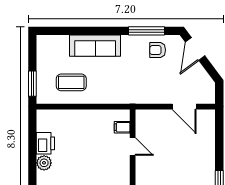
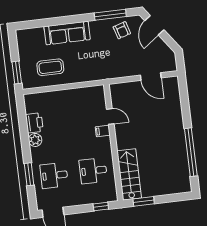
armchair: (158, 50) -> (122, 30), turned -107
filing cabinet: (122, 127) -> (103, 131), moved

